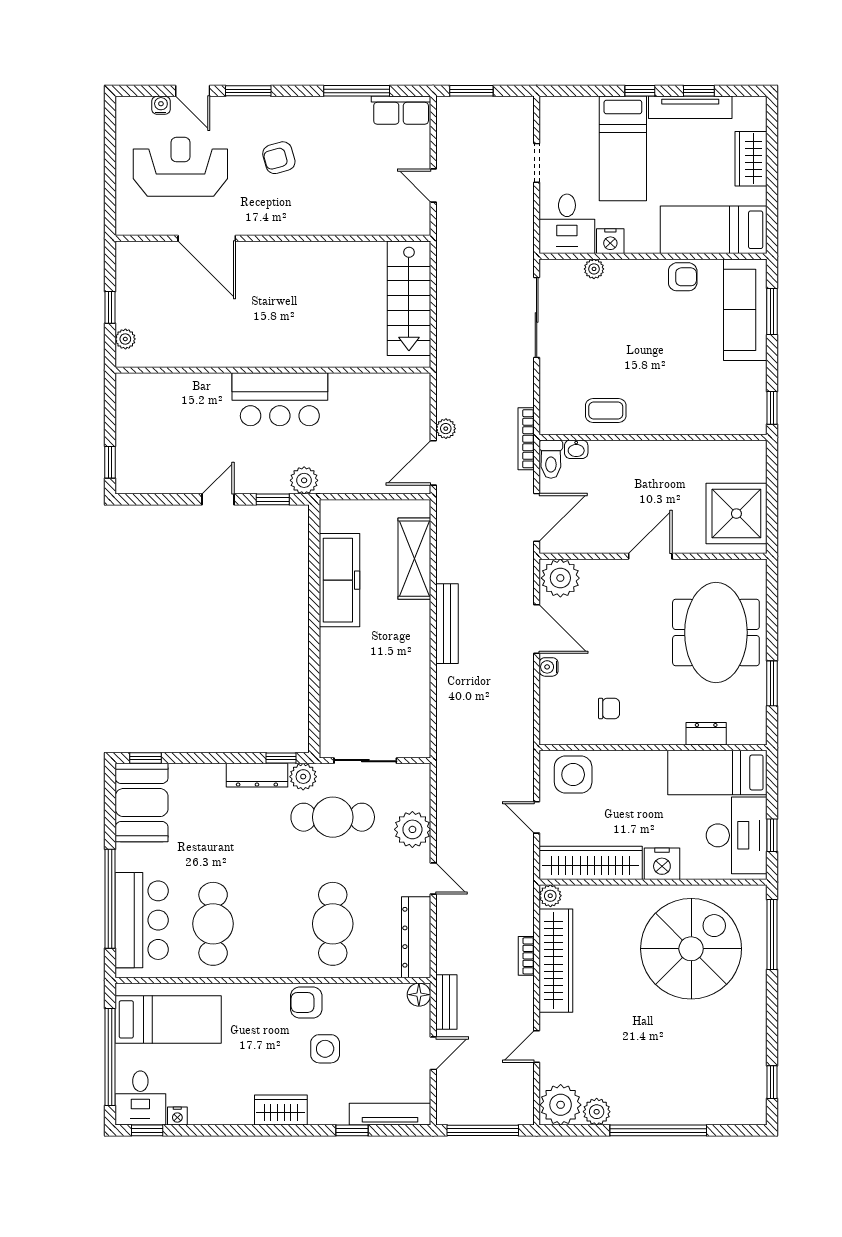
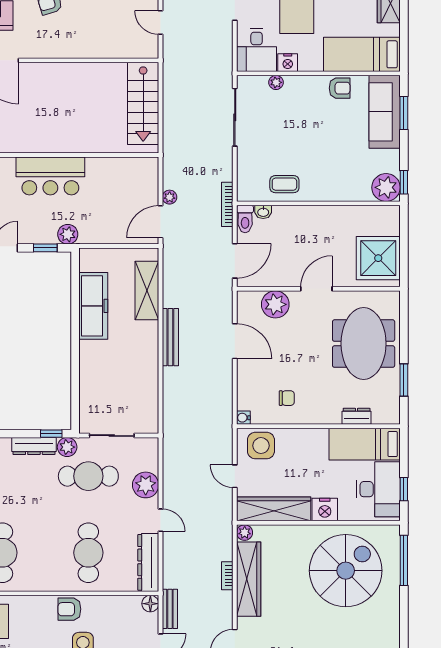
plant: (747, 415) -> (386, 187), added
plant: (560, 578) -> (275, 304), moved
water cooler: (549, 667) -> (243, 418), moved

